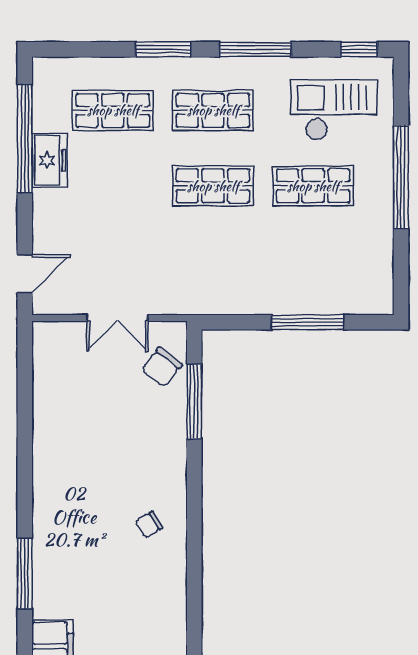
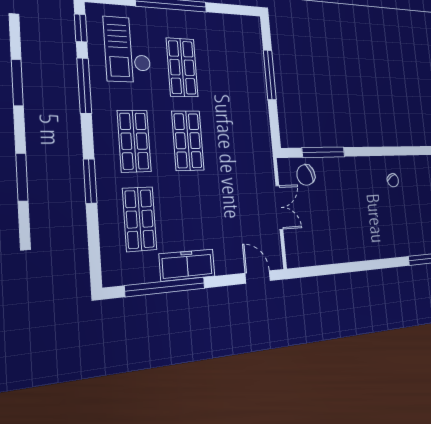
window: (255, 49) -> (84, 86), moved
freezer: (50, 160) -> (187, 265), width x1.40
chair: (162, 367) -> (306, 175), turned 117

